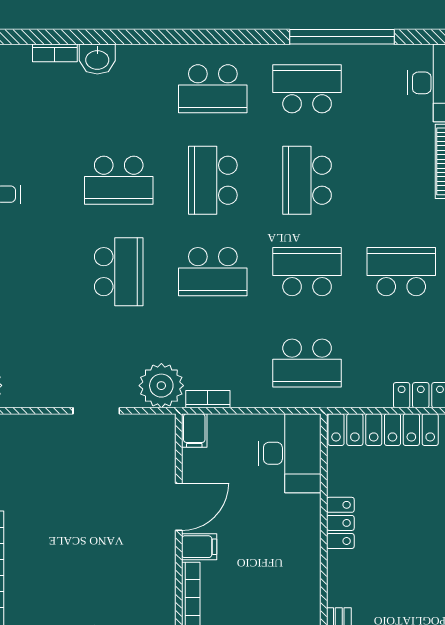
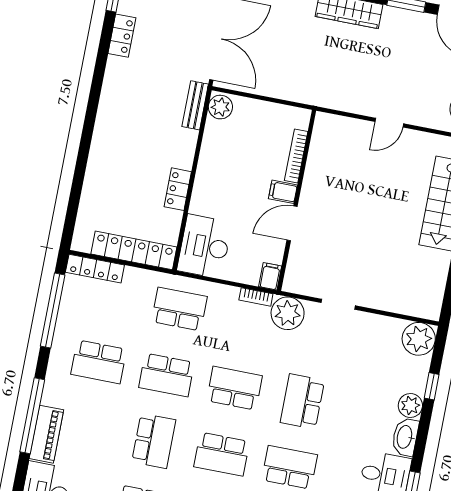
school desk: (213, 180) -> (222, 454), turned 90

